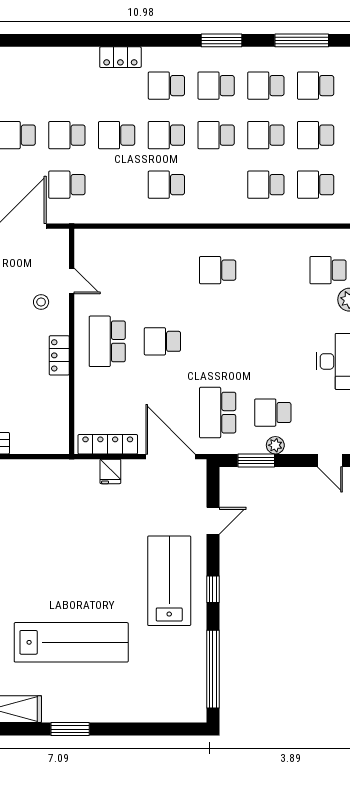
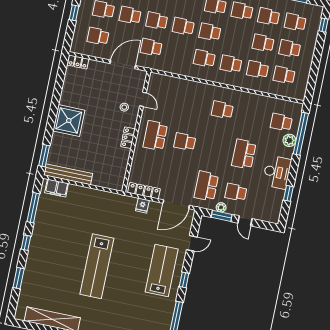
school desk: (216, 135) -> (231, 64), moved
school desk: (273, 341) -> (244, 154), added
plant: (275, 445) -> (221, 207), moved
door: (170, 457) -> (176, 204), swing flipped
door: (330, 460) -> (245, 221), moved
lab bench: (71, 642) -> (97, 266), moved, turned 90

